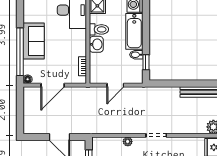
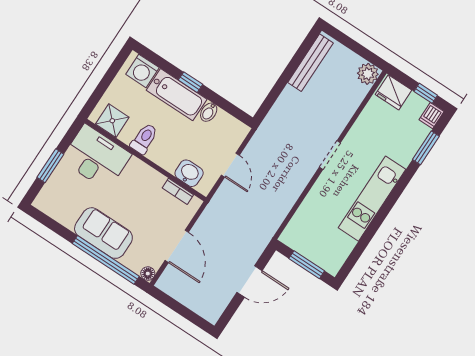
washbasin: (96, 44) -> (189, 173), moved
window: (146, 62) -> (191, 82), moved
plant: (128, 142) -> (314, 197), removed

